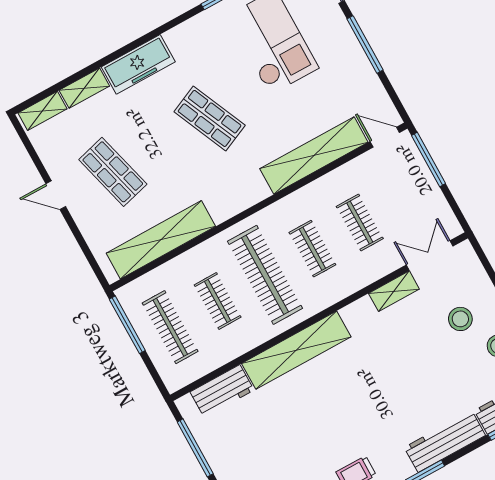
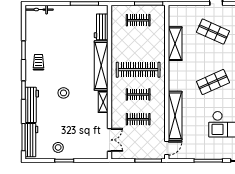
shop shelf: (113, 172) -> (213, 32), turned 39
shelving: (161, 240) -> (175, 44), width x0.68
shelving: (394, 291) -> (103, 102), moved
clothes rail: (218, 301) -> (138, 45), removed
stool: (460, 319) -> (64, 93), moved
clothes rail: (170, 327) -> (138, 20), width x0.73

